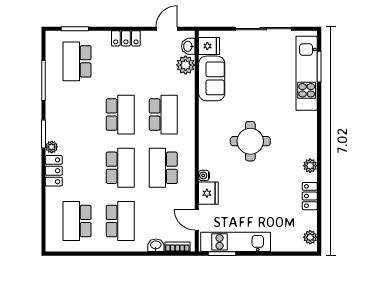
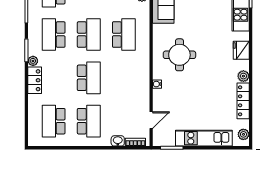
round table: (250, 141) -> (179, 55), moved
school desk: (163, 168) -> (54, 35), moved
fridge: (208, 193) -> (241, 50), moved, turned 180
locker: (310, 196) -> (243, 101), width x1.53
door: (197, 220) -> (151, 120), swing flipped
kitchen unit: (236, 242) -> (204, 138), moved

